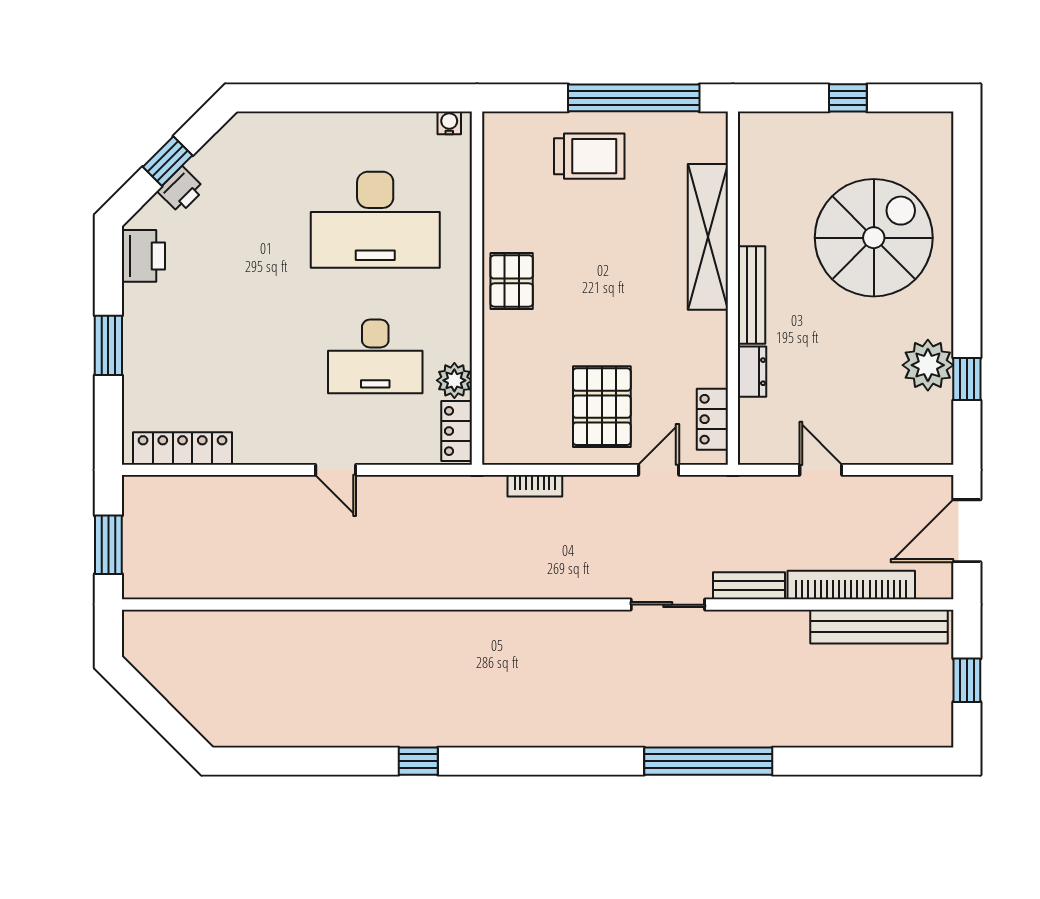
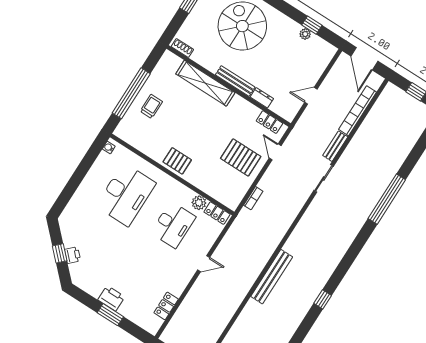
window: (634, 98) -> (131, 93), moved
shoe rack: (750, 143) -> (182, 48), added
trolley: (589, 156) -> (151, 106), width x0.73, depth x0.72
printer: (143, 256) -> (111, 298), moved
plant: (928, 365) -> (305, 34), width x0.53, depth x0.53
locker: (183, 448) -> (166, 306), width x0.66
bench: (879, 627) -> (272, 277), moved

